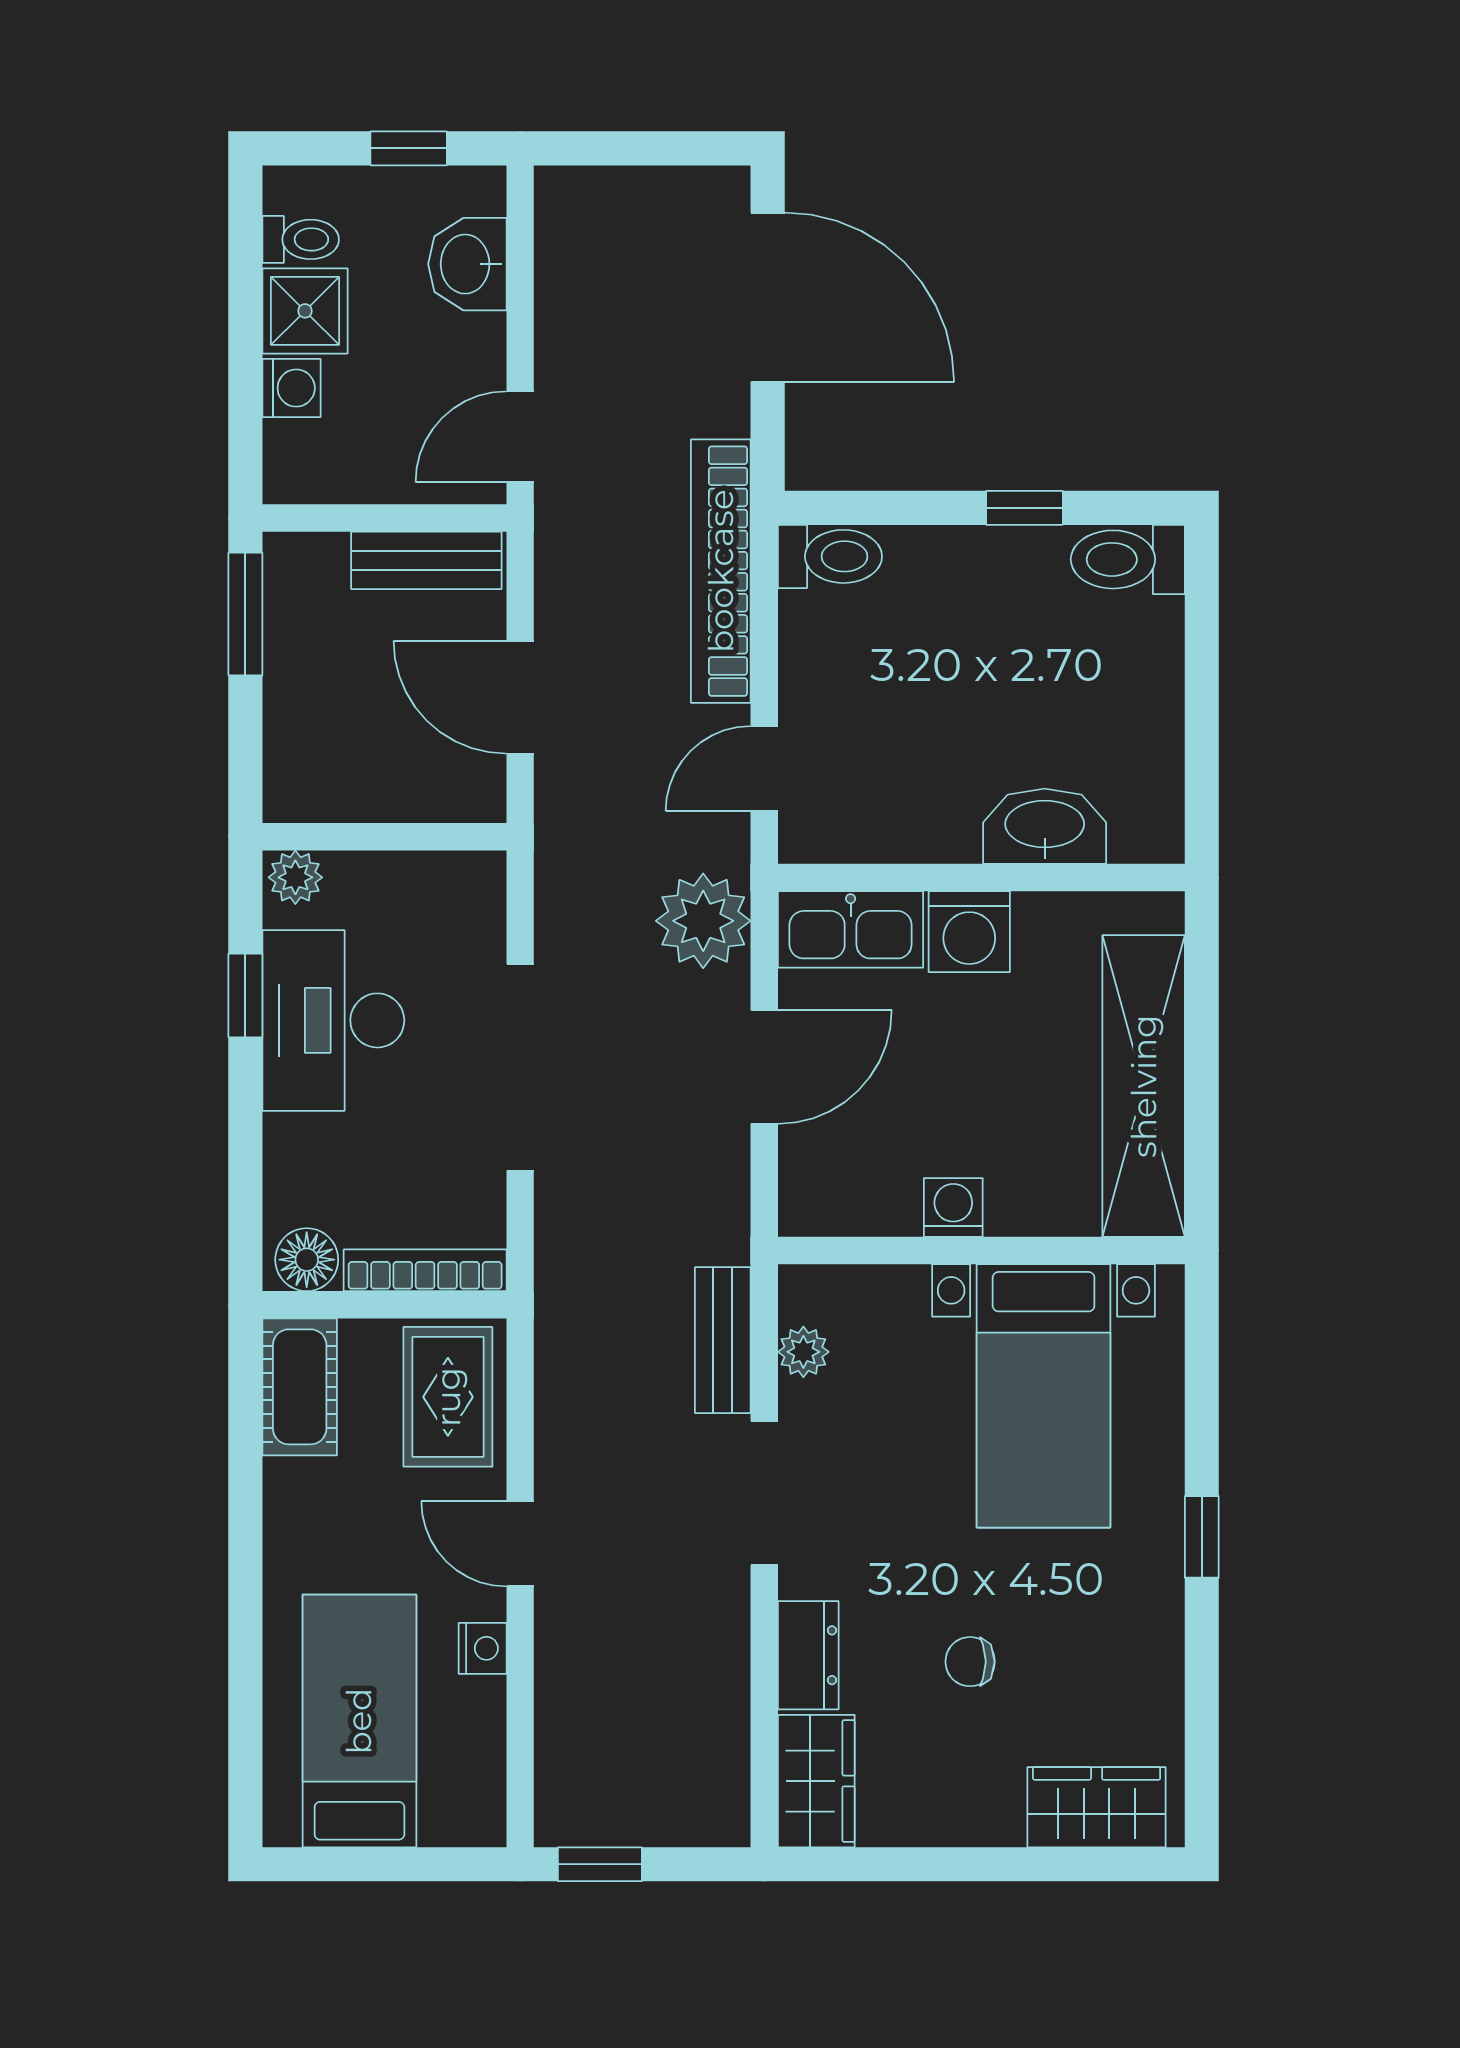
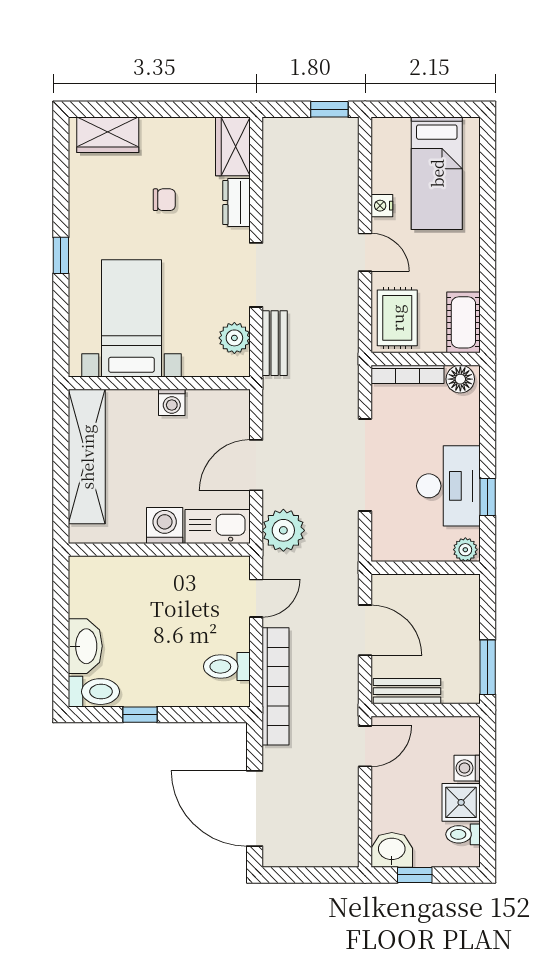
washbasin: (467, 264) -> (392, 850), moved, turned -90
toilet: (830, 556) -> (227, 666), moved
washbasin: (1045, 826) -> (85, 646), moved, turned -90
plant: (803, 1352) -> (234, 338), width x1.38, depth x1.38

